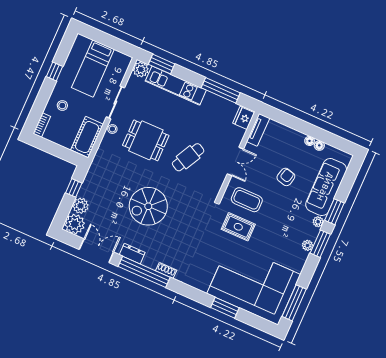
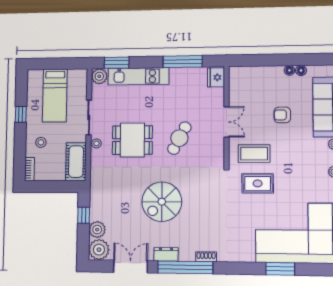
tv unit: (258, 130) -> (235, 82), removed
armchair: (286, 177) -> (282, 115), turned -104

